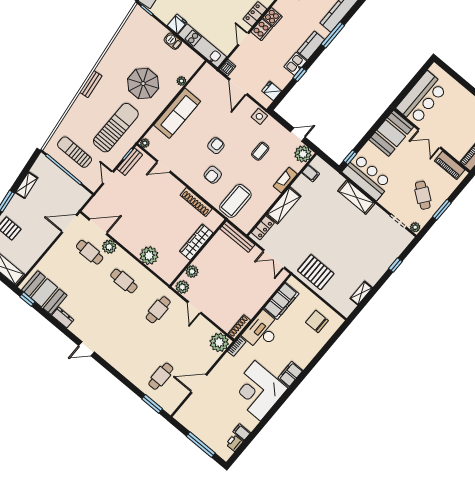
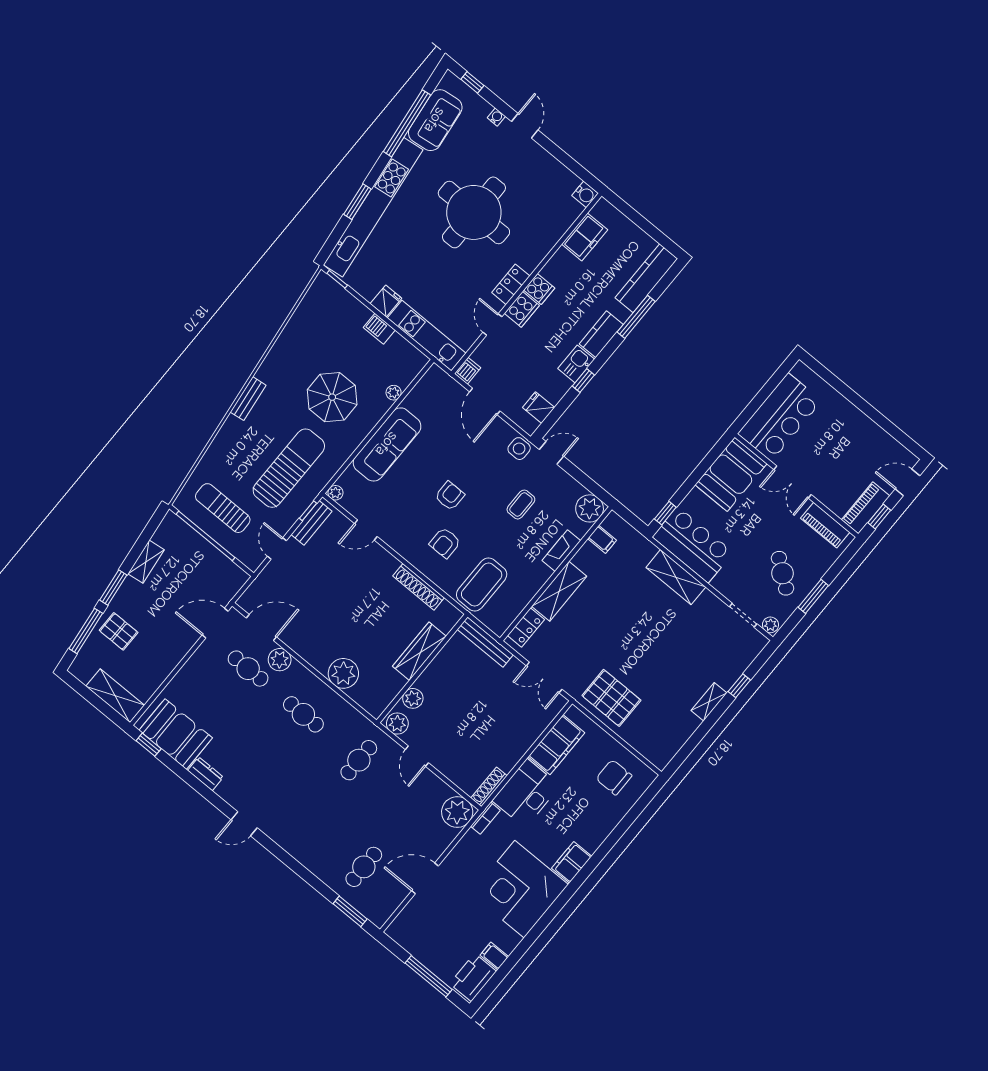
door: (298, 135) -> (551, 453), moved
shelving: (361, 293) -> (709, 702), moved
printer: (234, 443) -> (473, 977), width x1.87, depth x1.48

